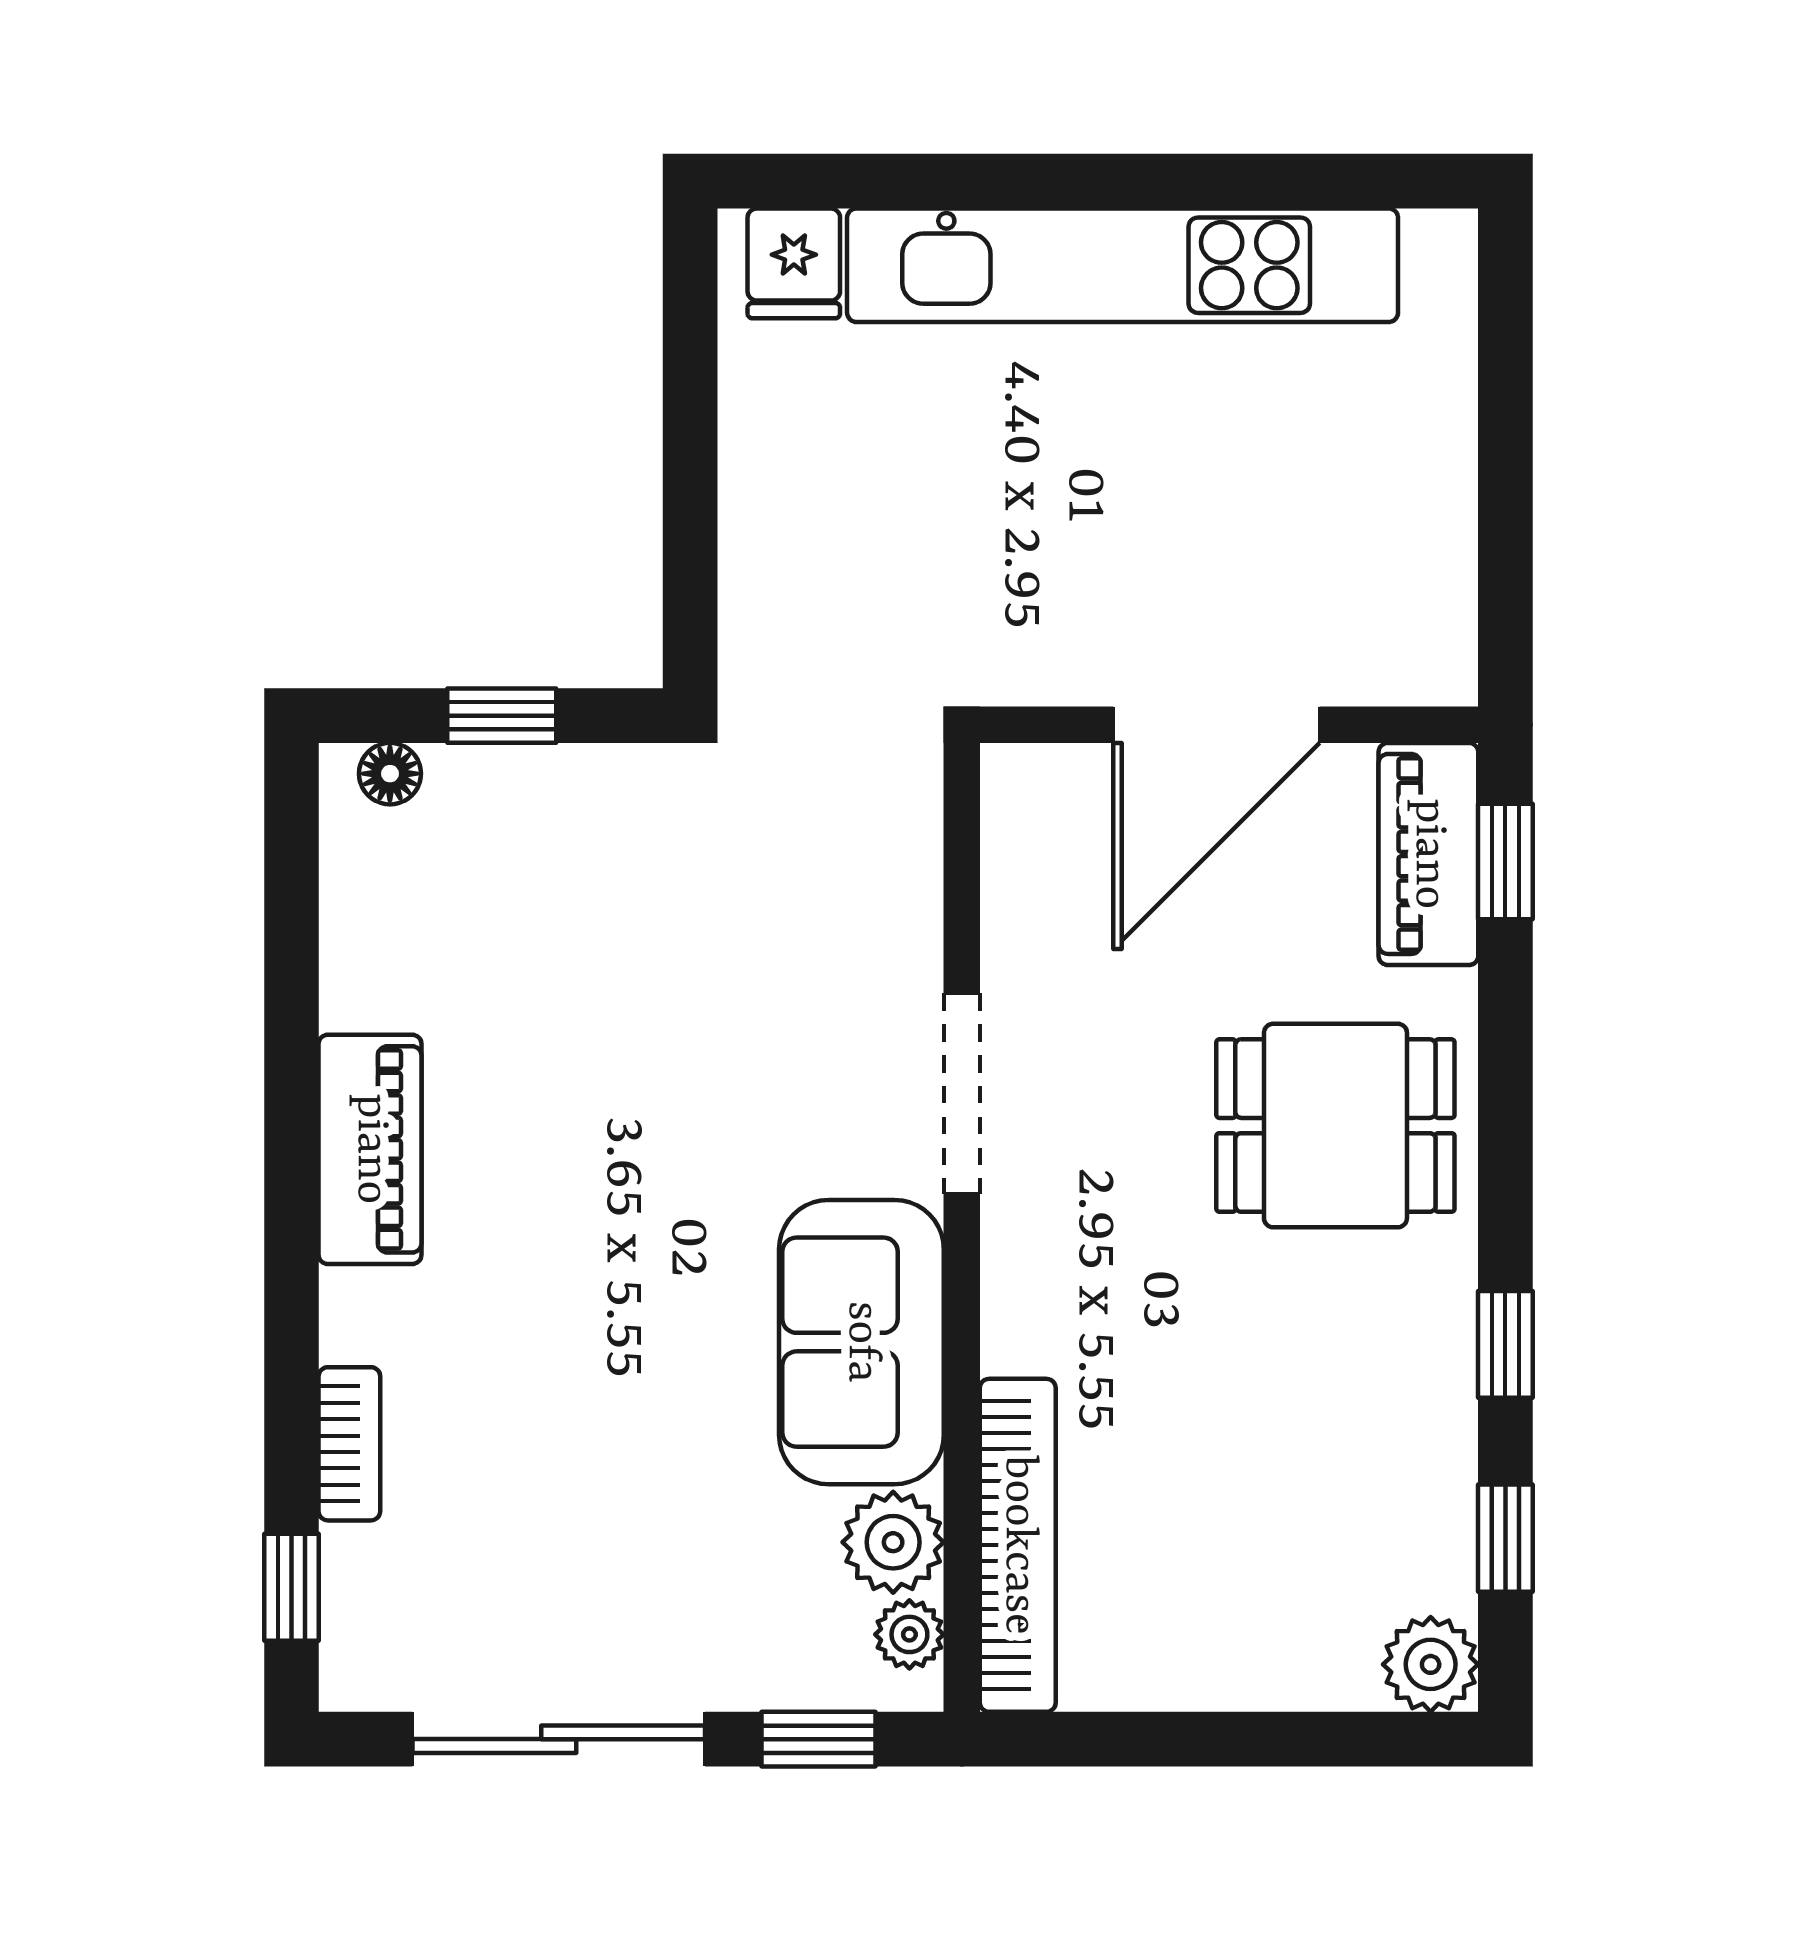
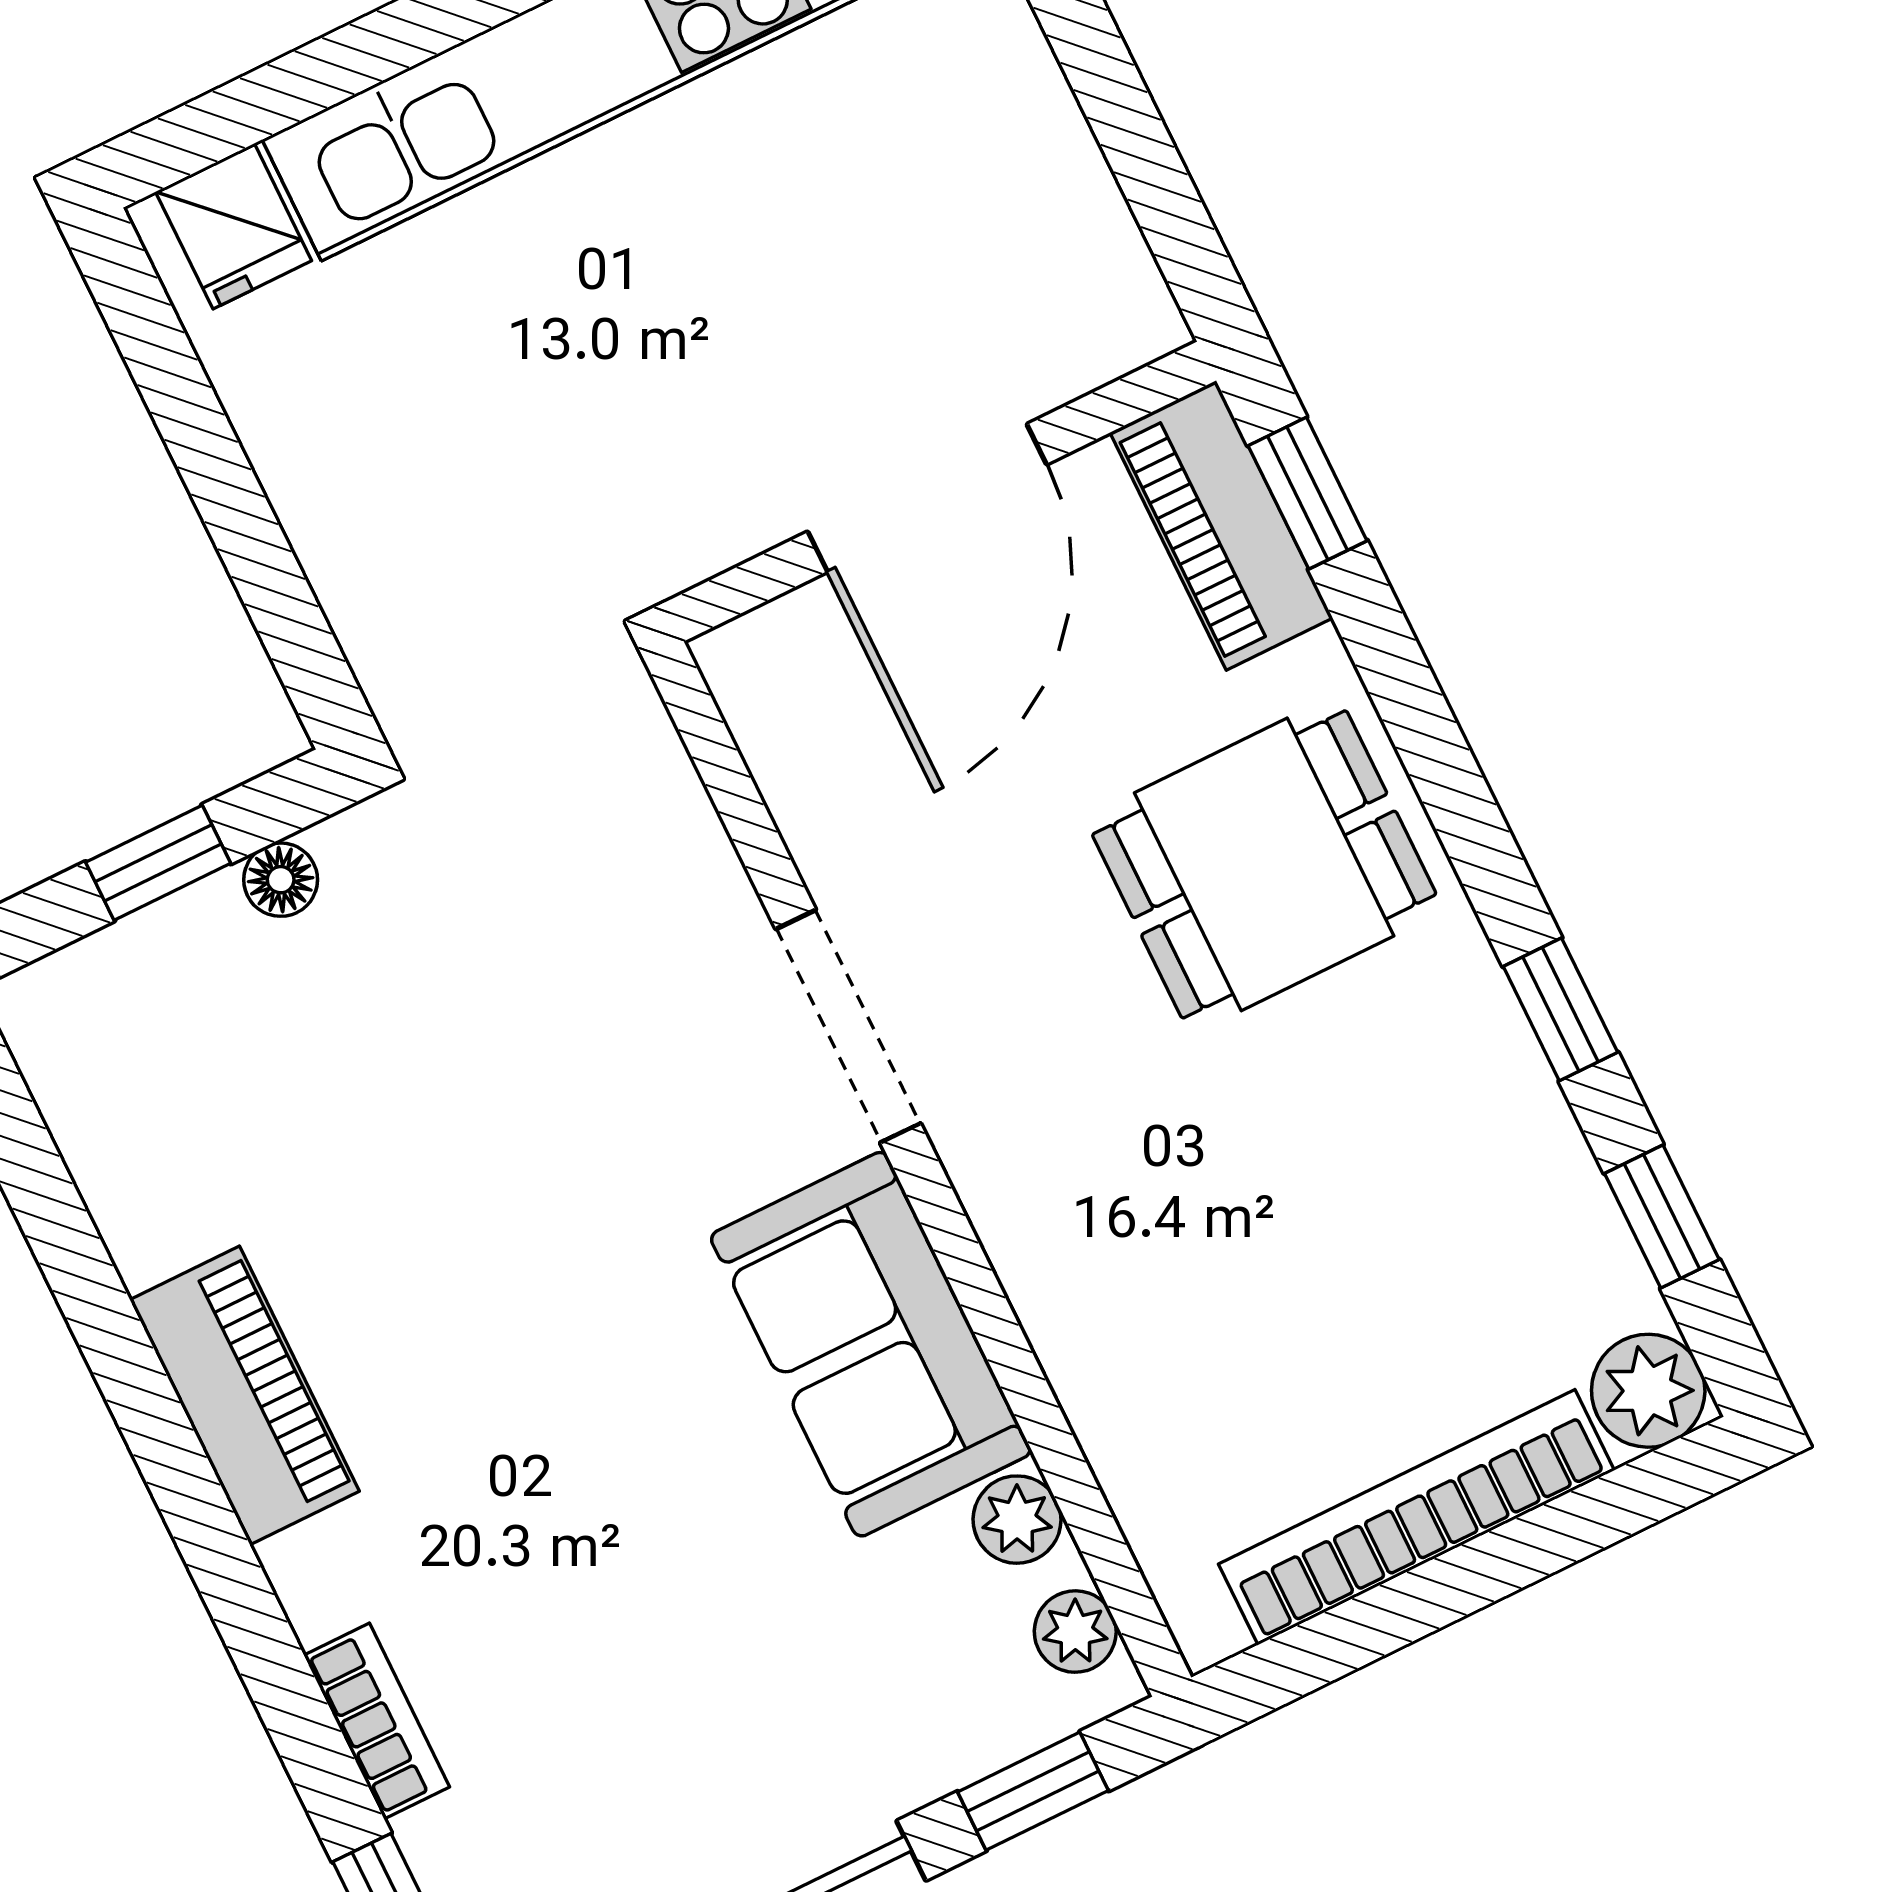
floor lamp: (390, 774) -> (281, 880), moved
plant: (893, 1542) -> (1017, 1520), width x0.73, depth x0.73
bookcase: (1018, 1545) -> (1416, 1517), moved, turned -90

